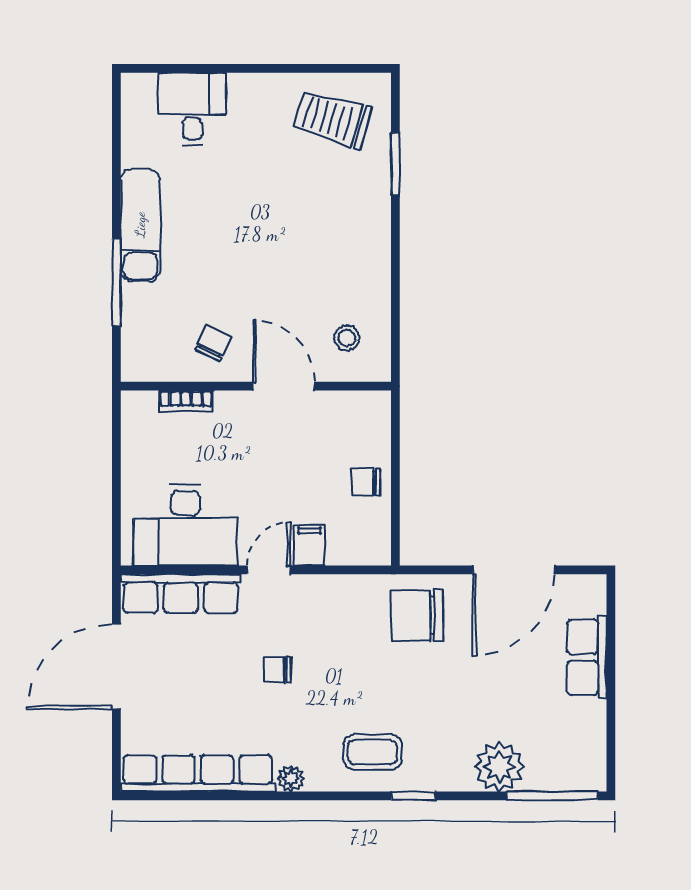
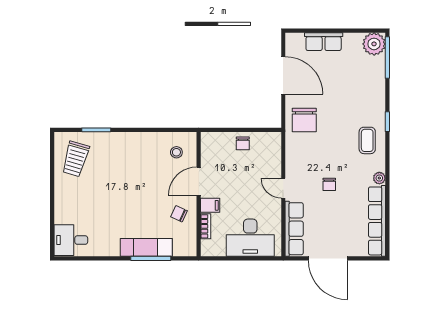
desk: (192, 109) -> (71, 240), moved
exam couch: (140, 225) -> (146, 247), moved
desk: (185, 525) -> (250, 238), moved, turned 90
filing cabinet: (310, 545) -> (210, 205), moved, turned 180
plant: (499, 767) -> (374, 44), moved

